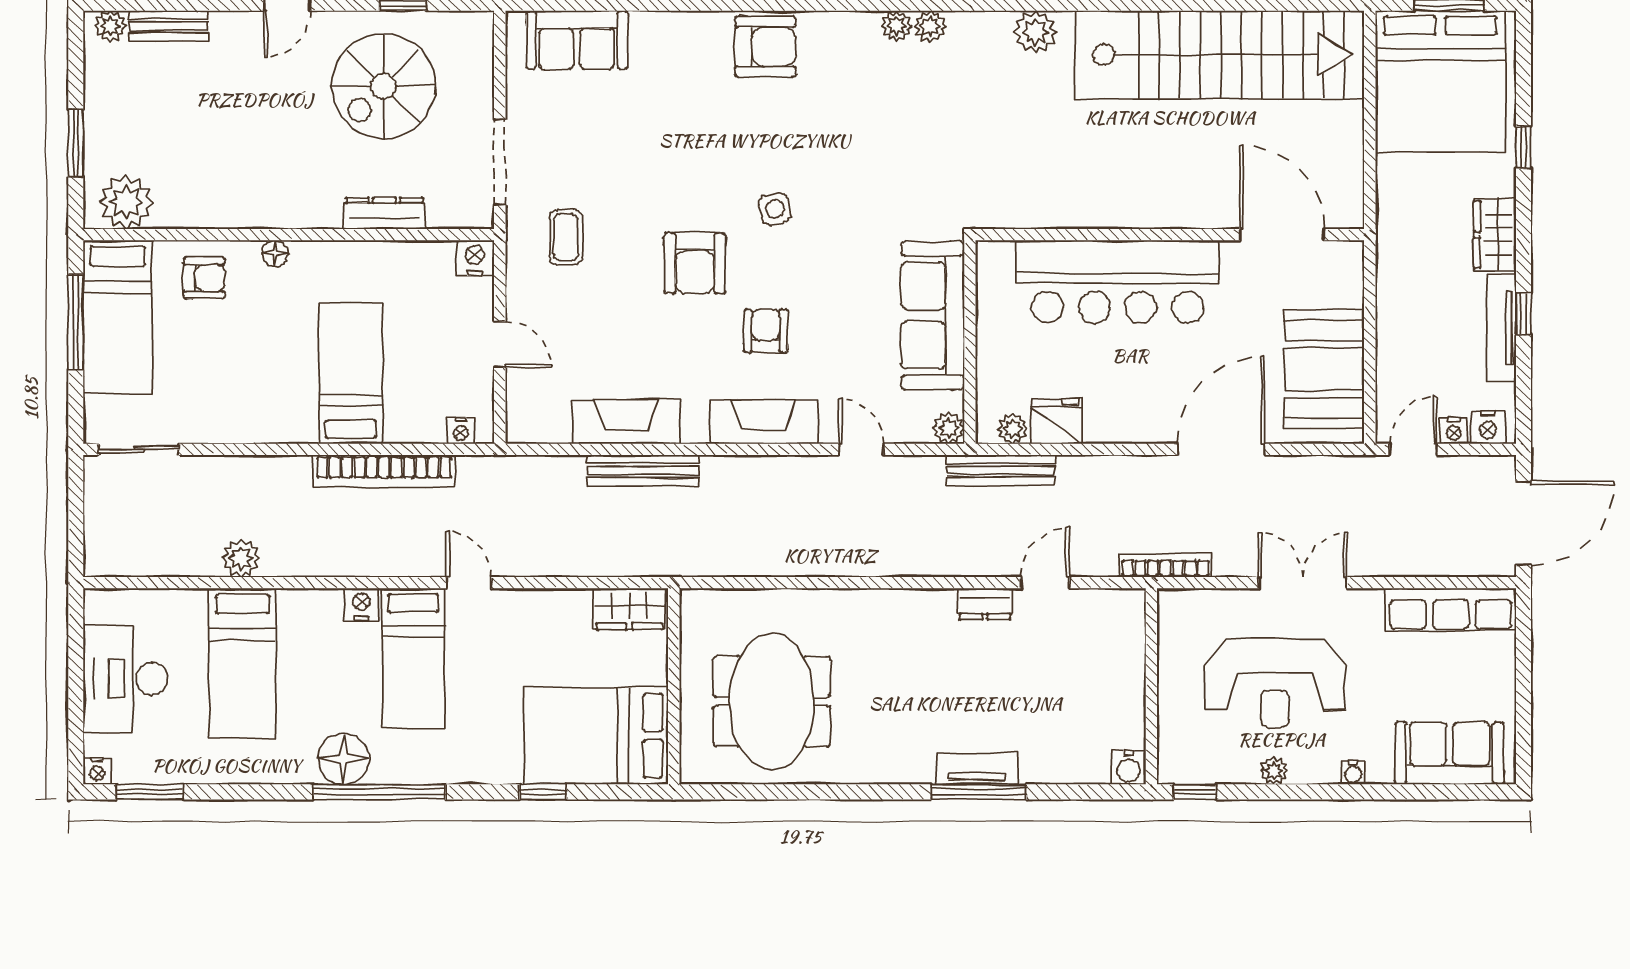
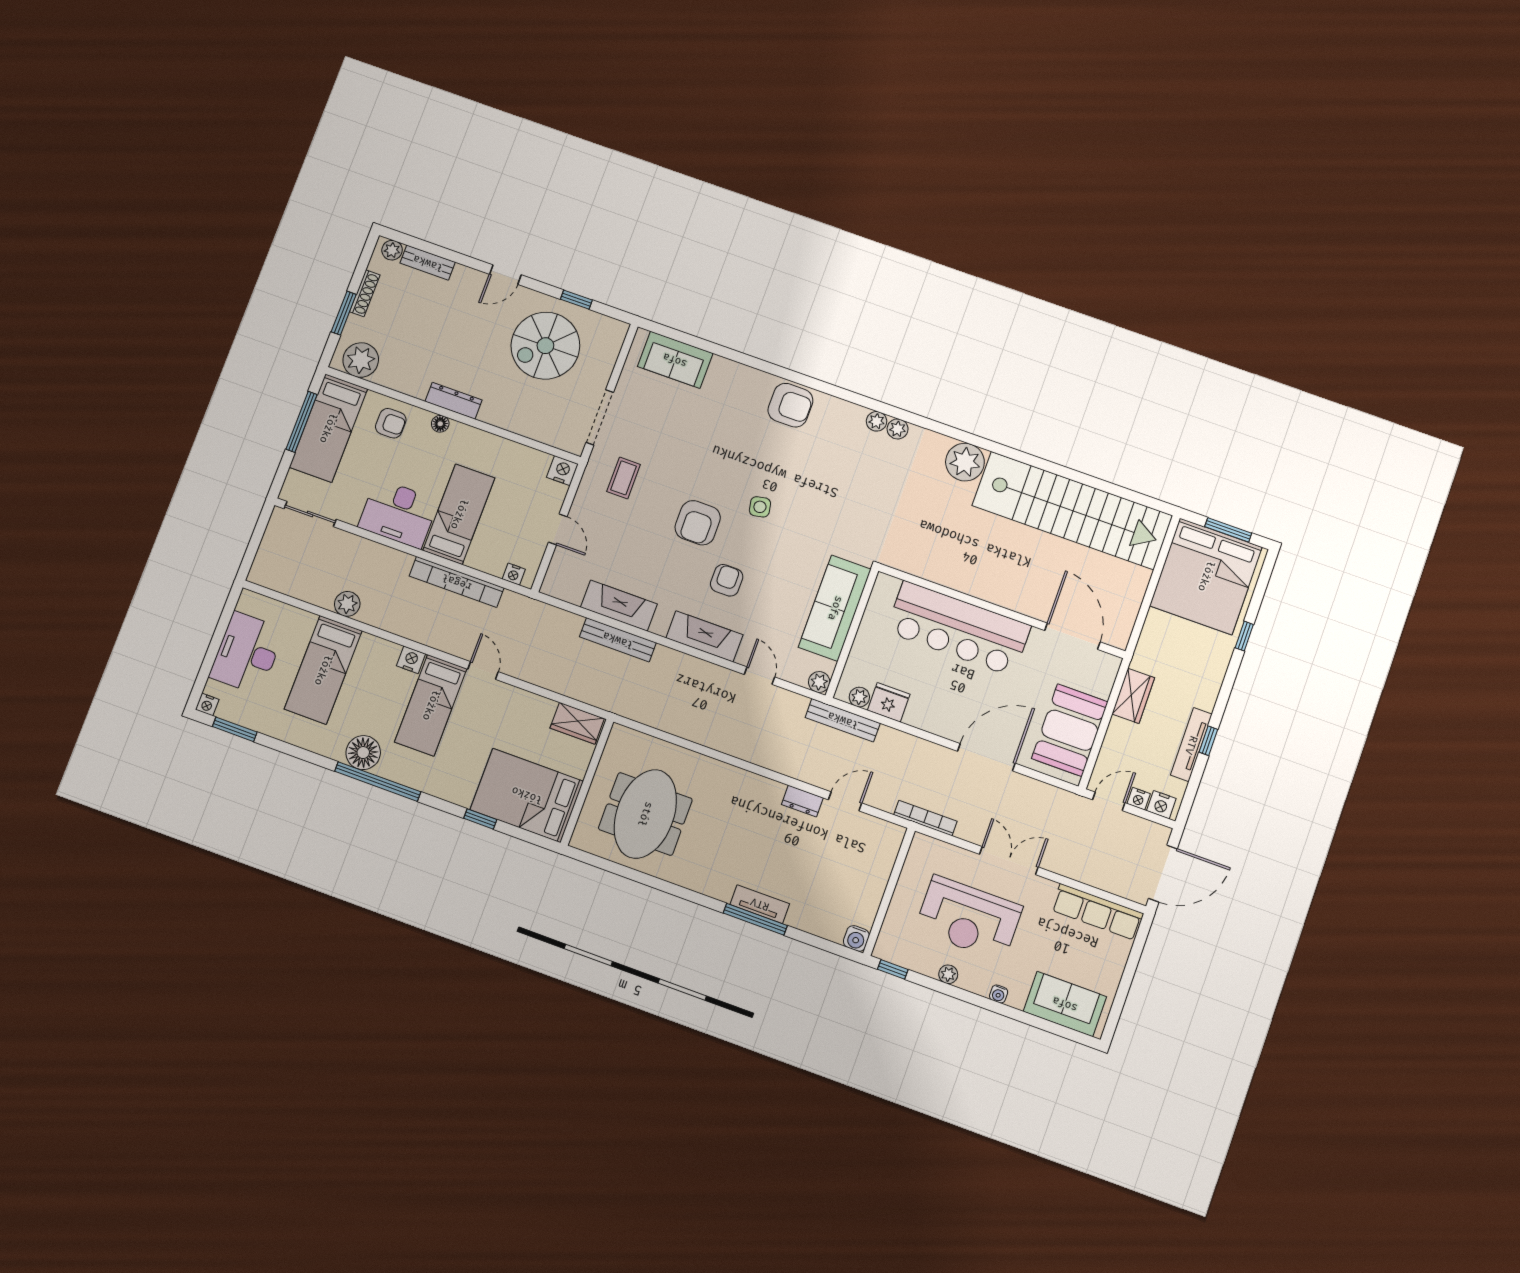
plant: (1035, 32) -> (965, 462), width x1.36, depth x1.36
shoe rack: (95, 103) -> (365, 293), added
dresser: (384, 213) -> (454, 401), moved
wardrobe: (1495, 235) -> (1133, 696), moved, turned 180
desk: (265, 403) -> (399, 513), added

